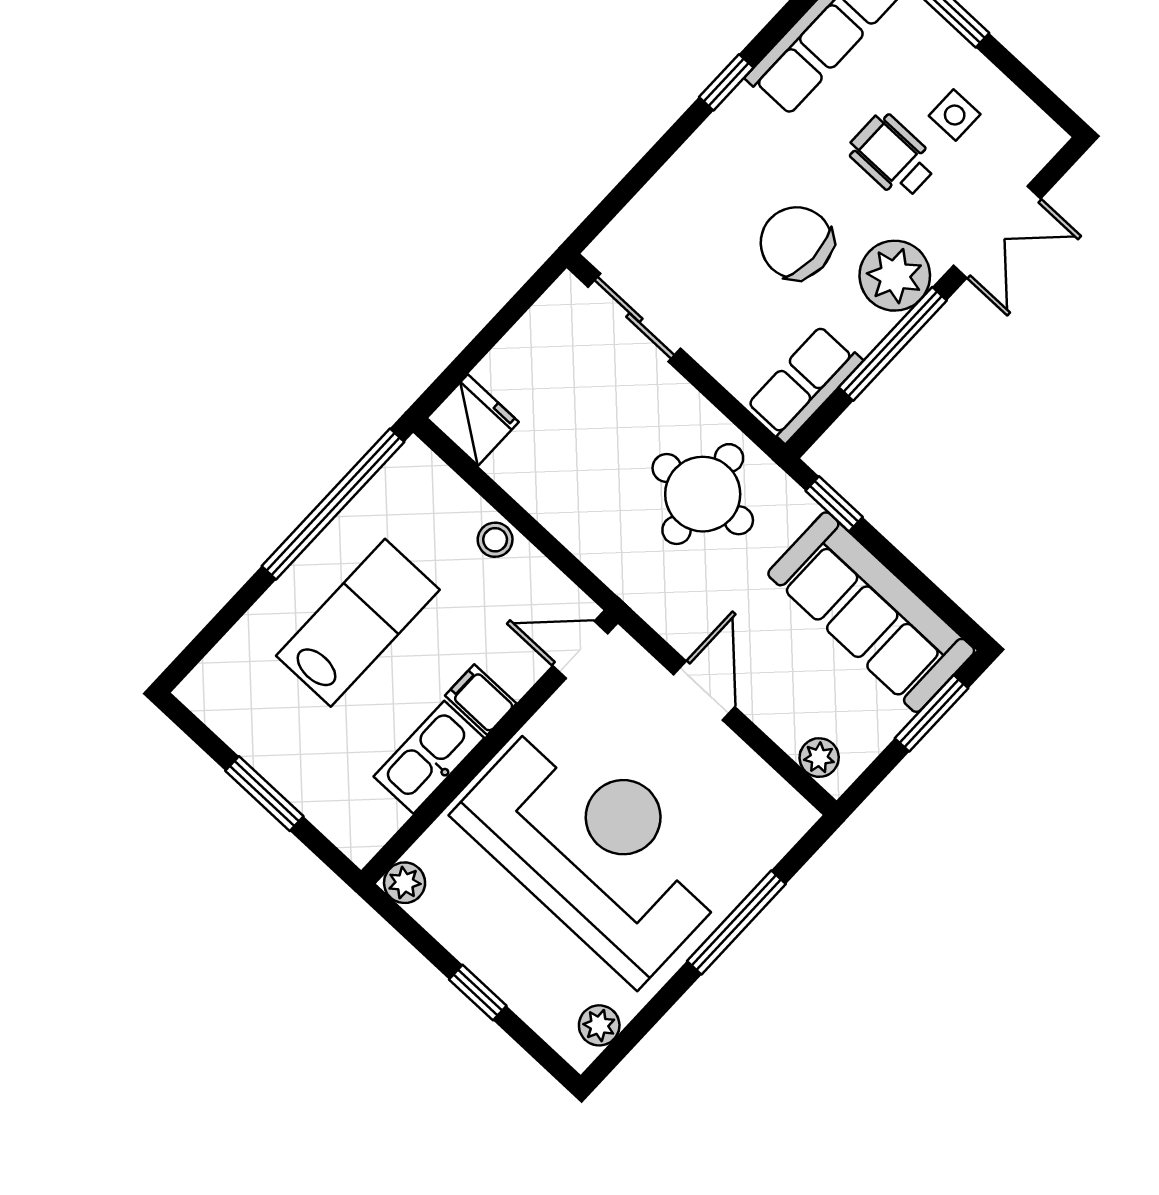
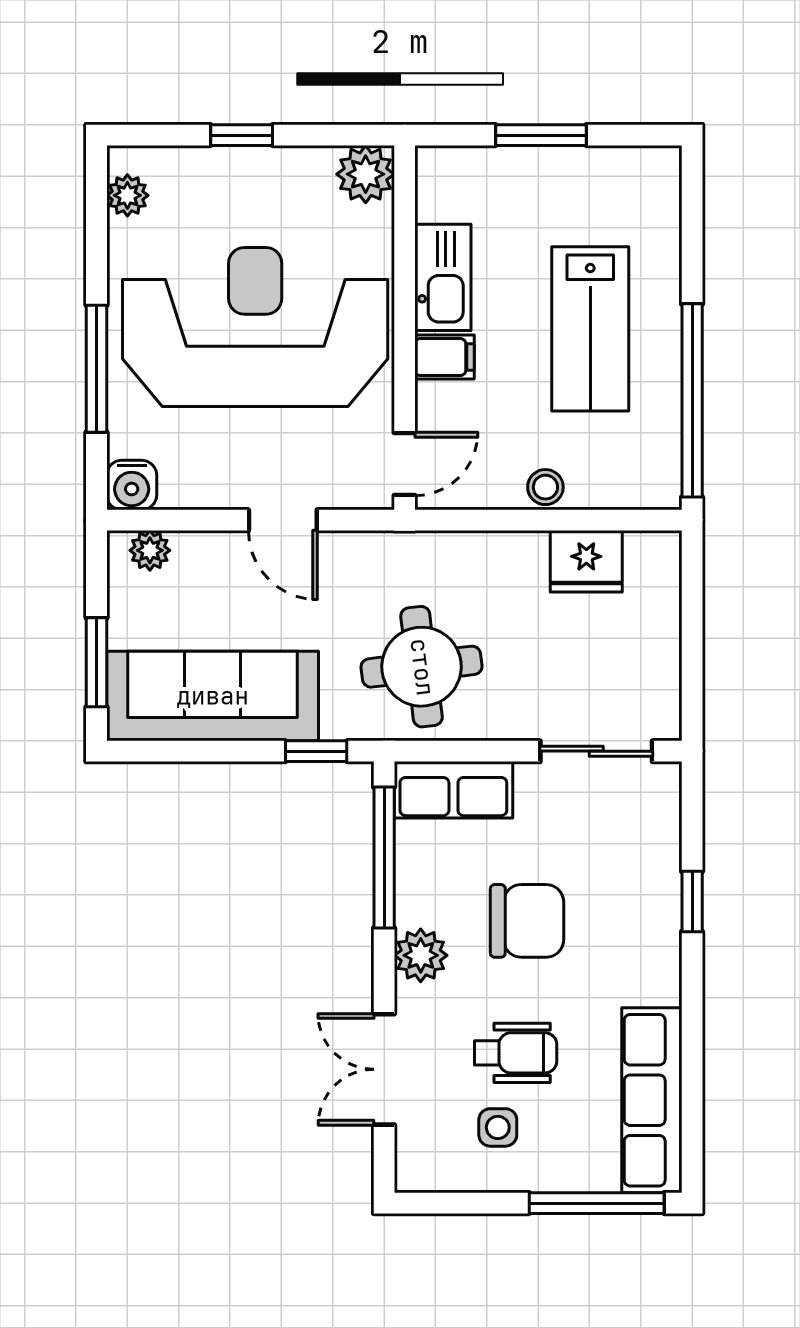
window: (726, 82) -> (692, 902), moved
plant: (895, 276) -> (421, 955), width x0.73, depth x0.73
window: (893, 344) -> (384, 857), moved
row of seats: (804, 384) -> (453, 790), moved, turned 90
fridge: (473, 420) -> (586, 561), moved
water cooler: (789, 816) -> (132, 485), added
reception desk: (596, 847) -> (255, 327), turned 180
plant: (405, 883) -> (366, 174), width x1.38, depth x1.38

